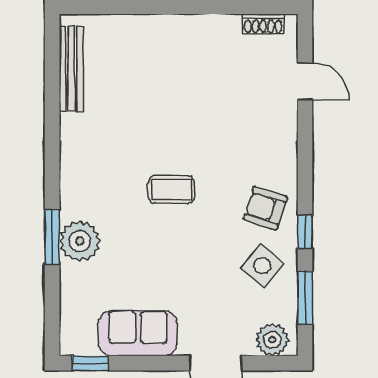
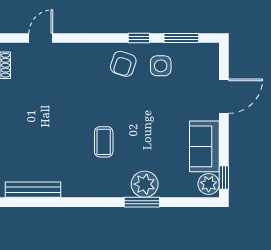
coffee table: (171, 189) -> (104, 142), moved
side table: (262, 266) -> (161, 66), turned -38
plant: (272, 340) -> (209, 184), moved

